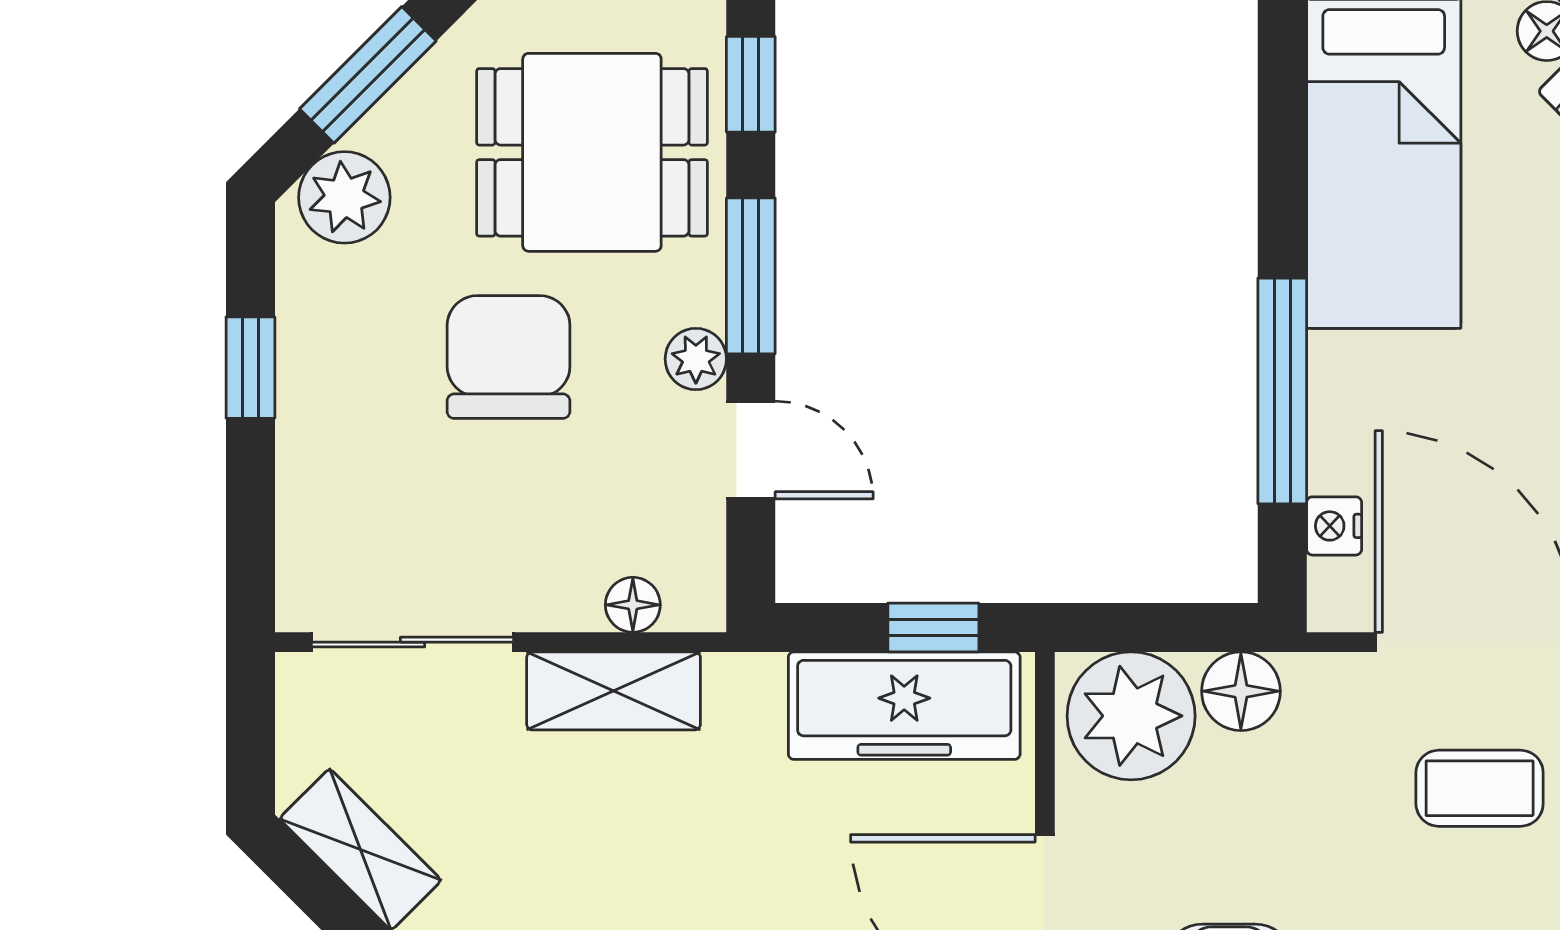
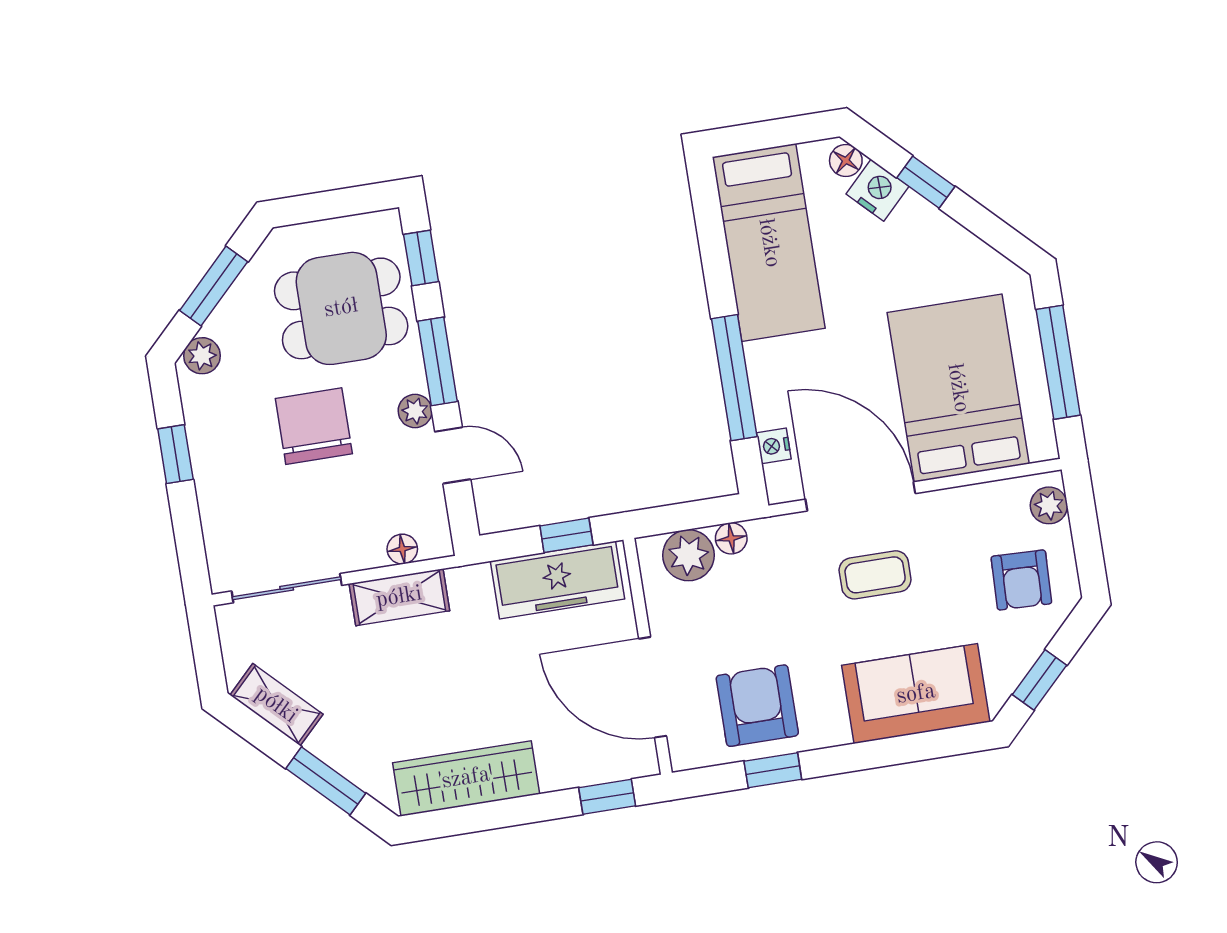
plant: (344, 197) -> (202, 356), width x0.73, depth x0.73
floor lamp: (1241, 691) -> (731, 538), width x0.73, depth x0.73
plant: (1131, 716) -> (688, 555), width x0.73, depth x0.73

